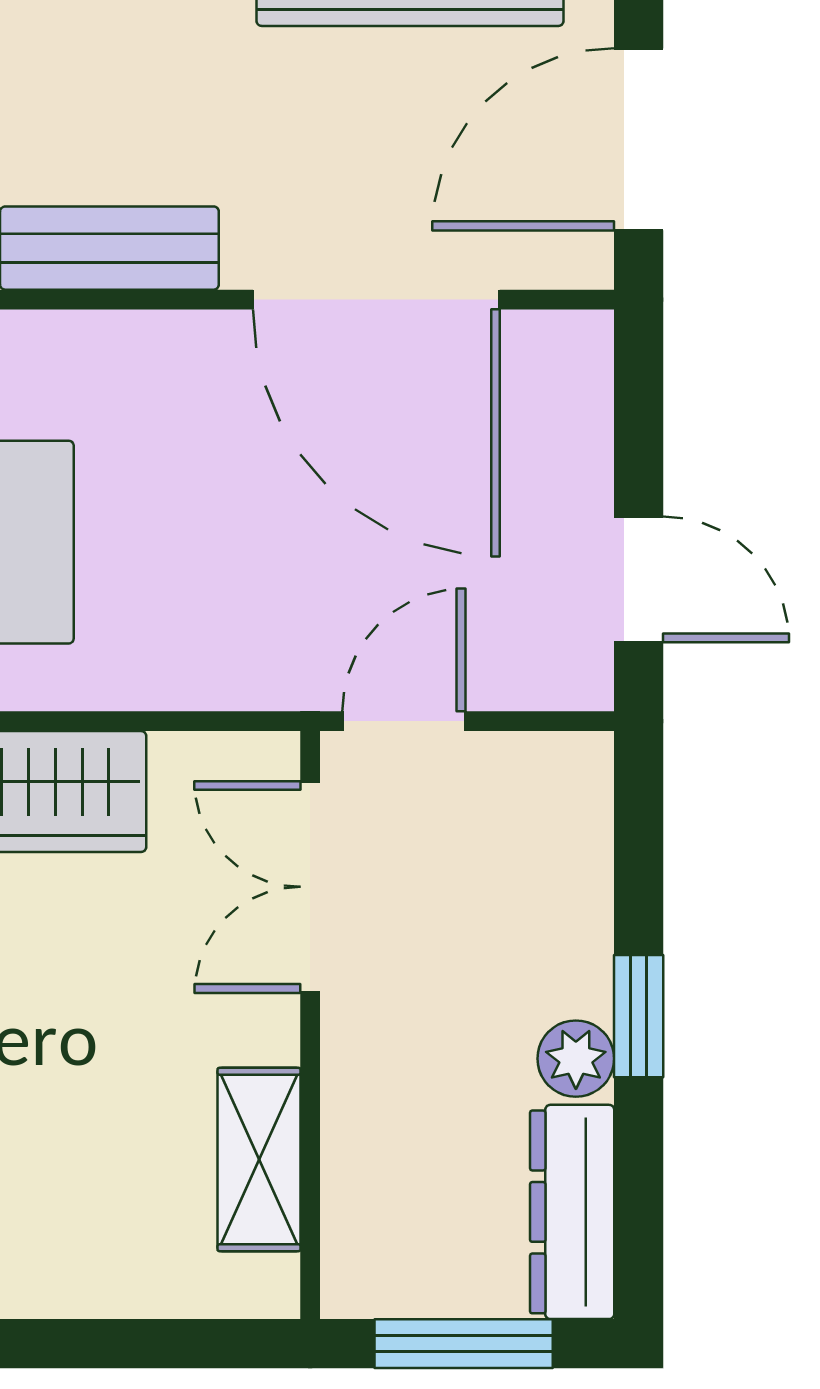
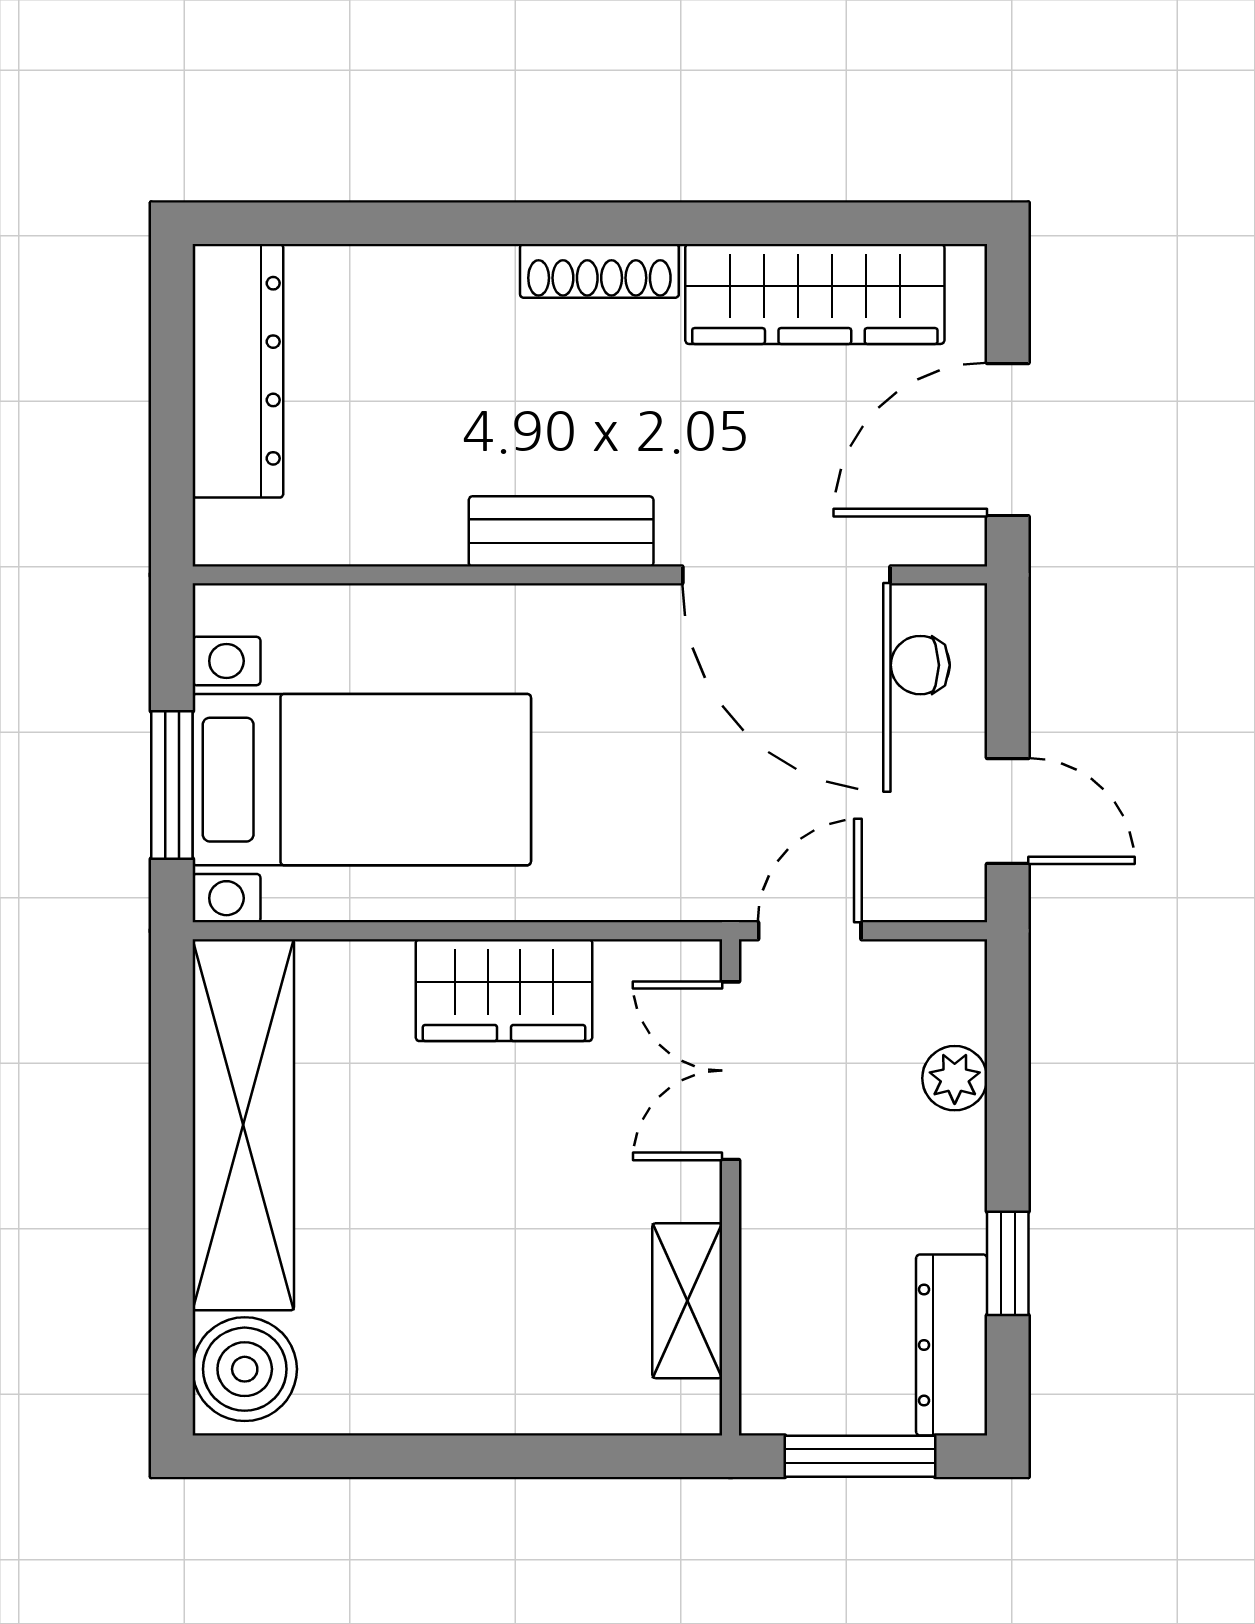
chair: (535, 406) -> (920, 665), added
window: (639, 1016) -> (1008, 1263), moved
plant: (576, 1059) -> (955, 1078), moved

